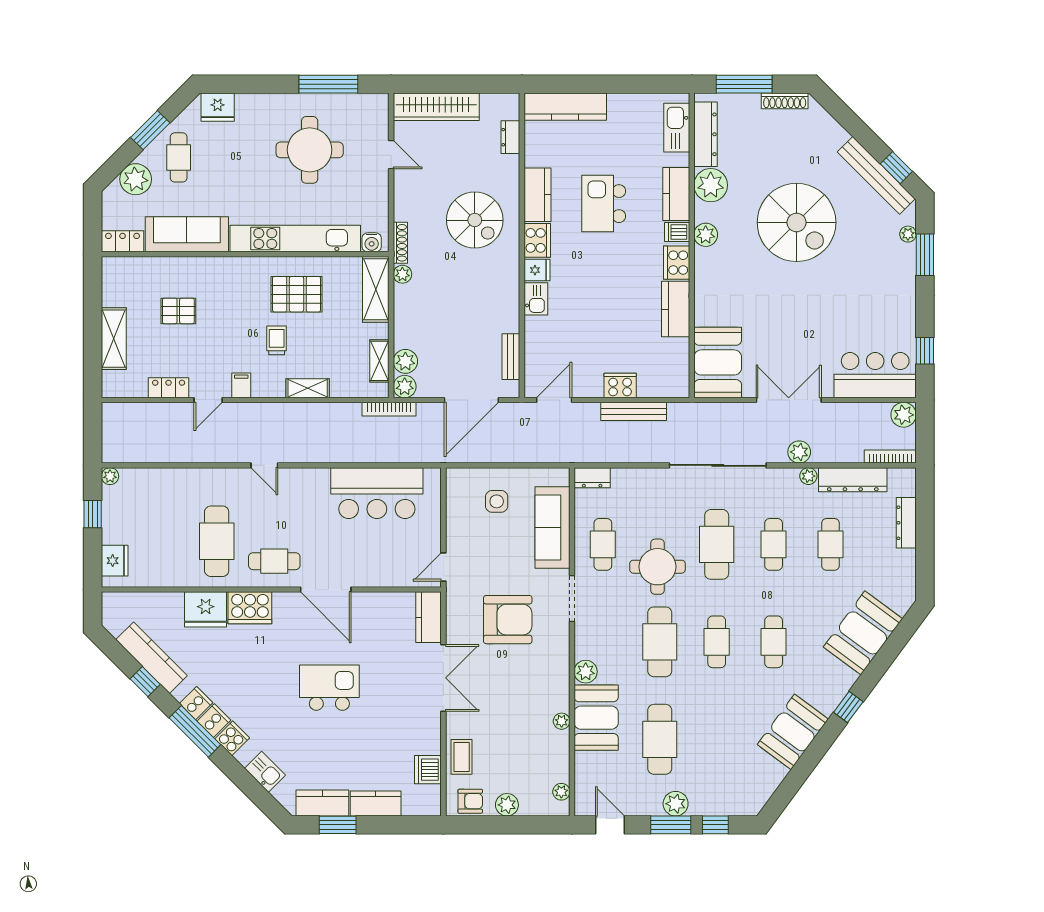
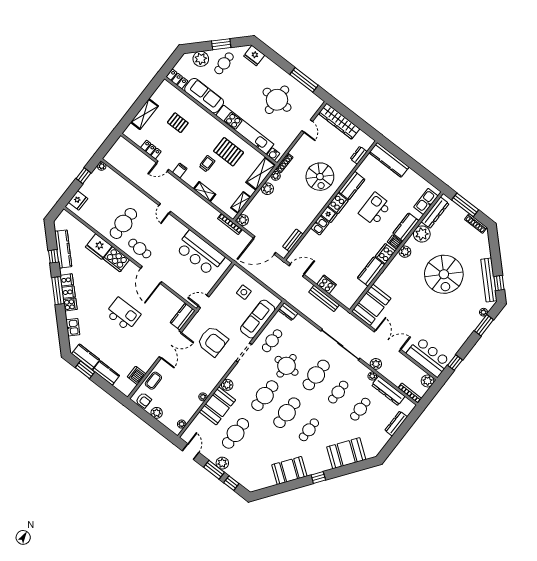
plant: (405, 361) -> (267, 189), moved
cafe table: (717, 642) -> (287, 413), width x1.37, depth x1.35

